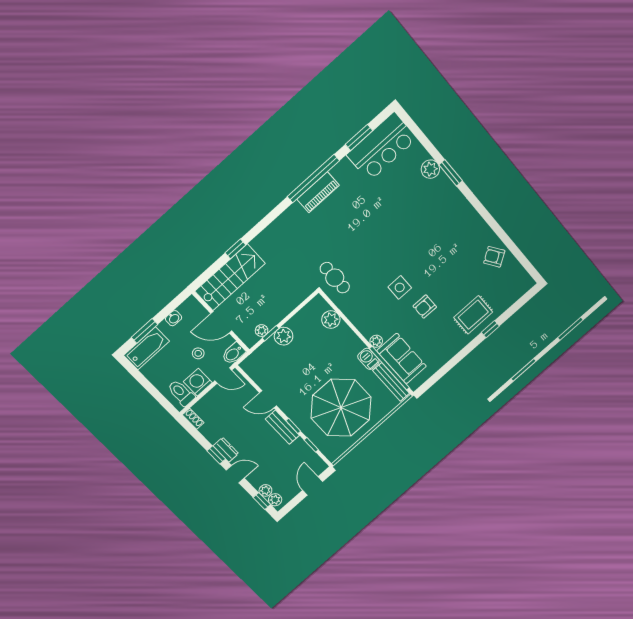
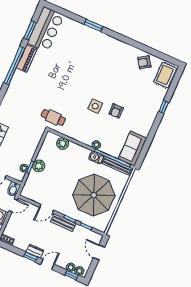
plant: (430, 169) -> (80, 29), removed
piano: (318, 192) -> (27, 58), moved
rug: (473, 315) -> (165, 75), moved
sofa: (402, 359) -> (133, 148), moved, turned -90

